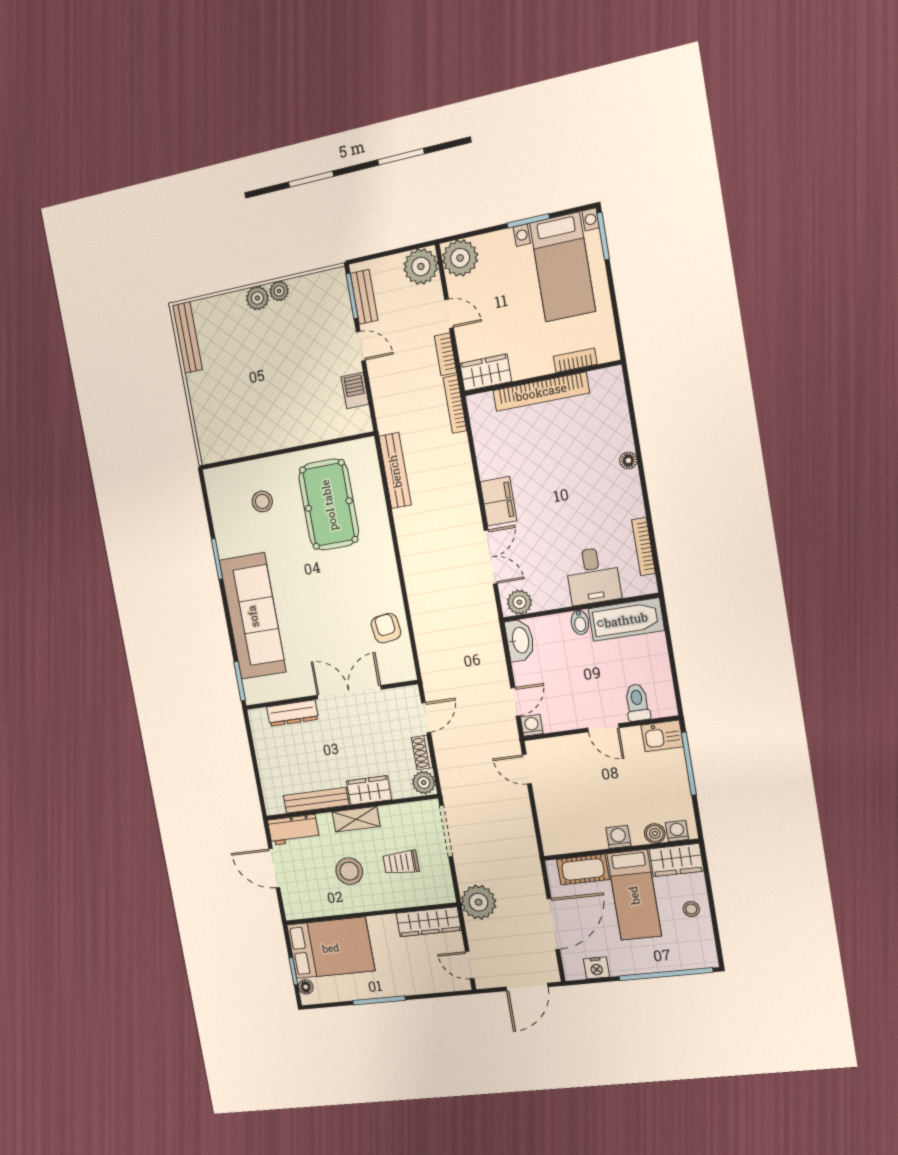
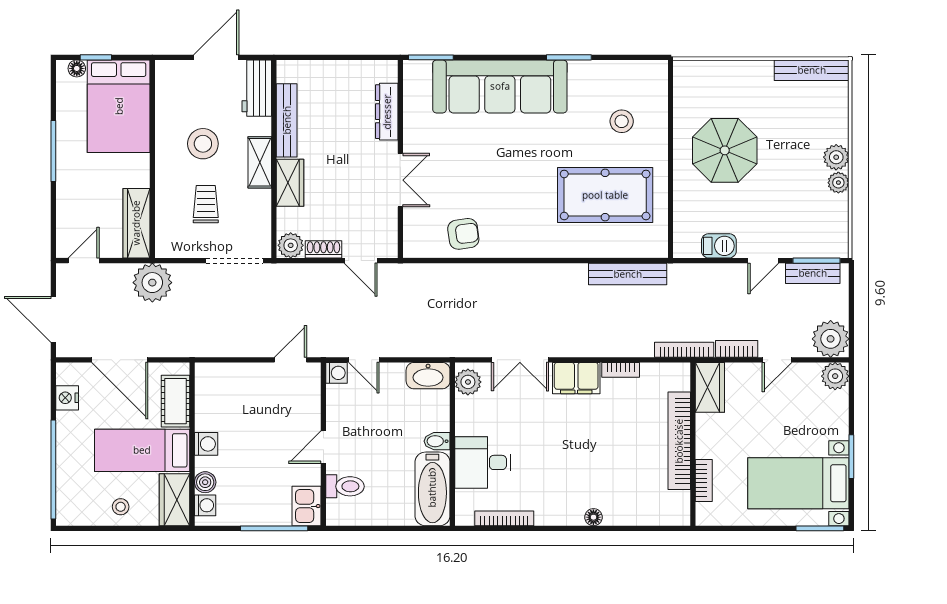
plant: (460, 258) -> (835, 376), width x0.73, depth x0.73
parasol: (270, 402) -> (725, 150), added
bookcase: (484, 461) -> (621, 370), added
double door: (349, 692) -> (400, 180), width x0.73

